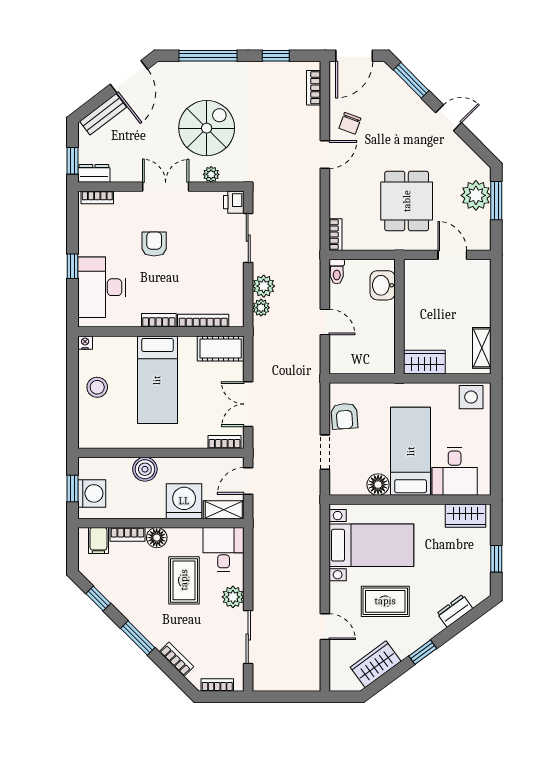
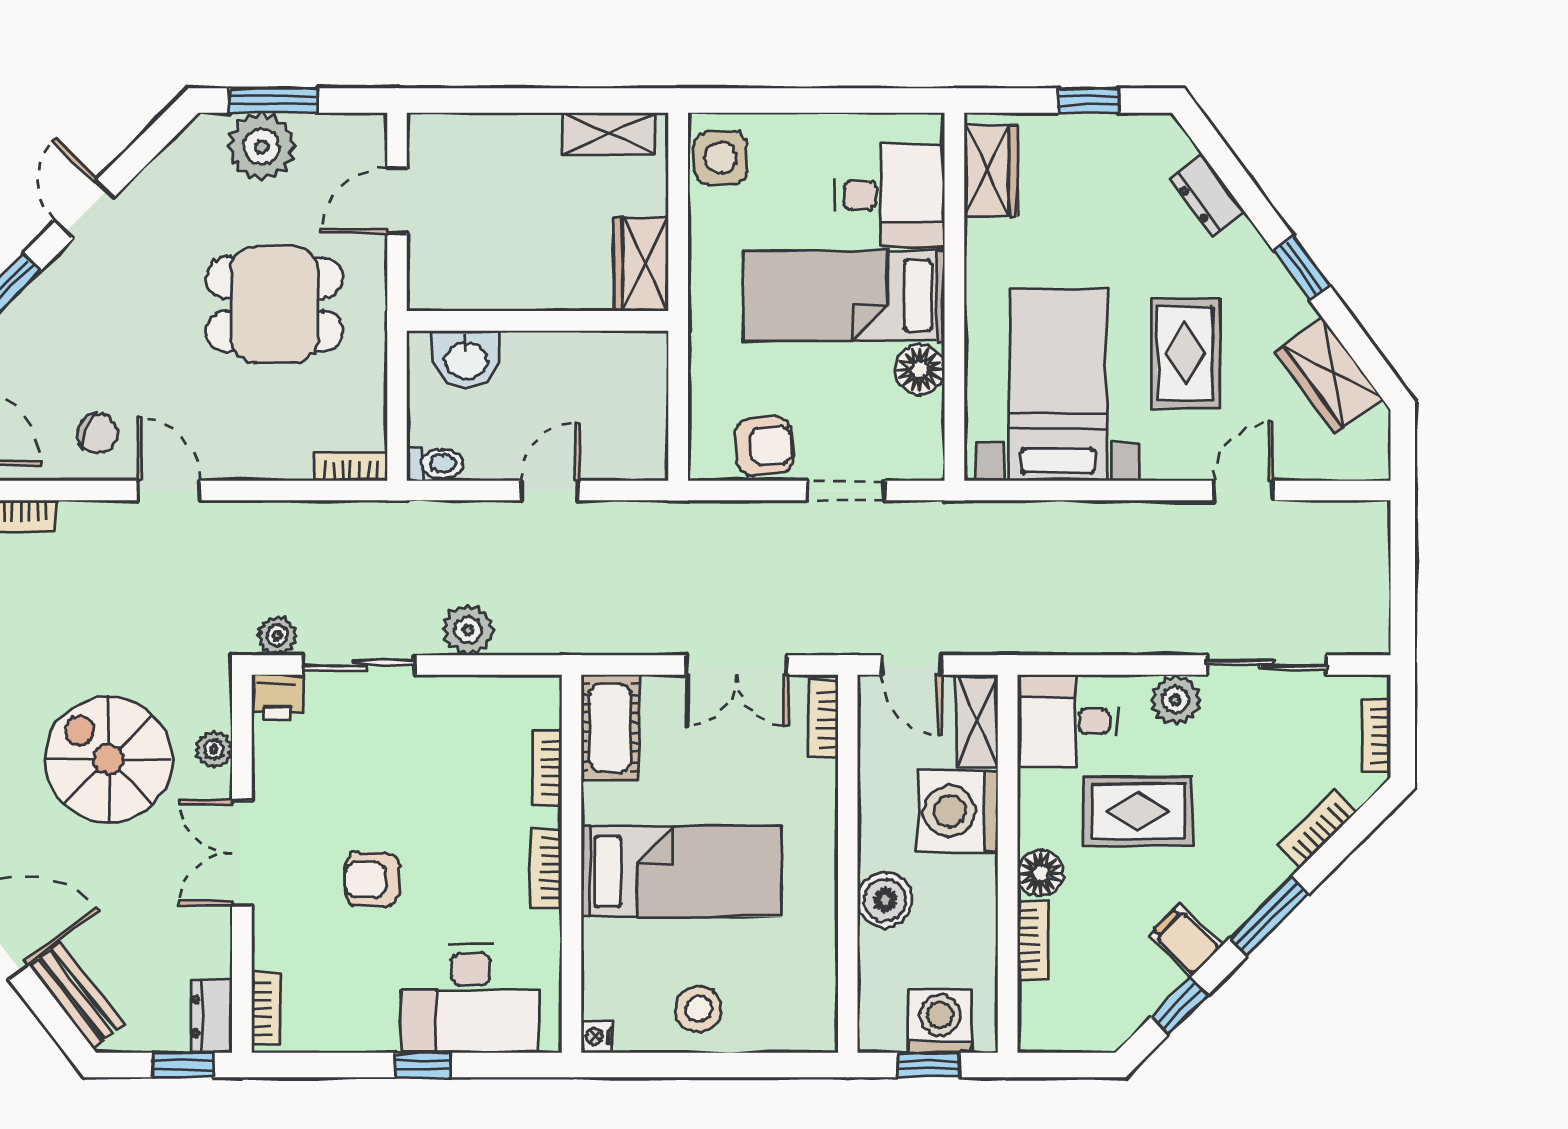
plant: (261, 308) -> (277, 636), moved
bookcase: (203, 321) -> (547, 768), width x0.64
filing cabinet: (98, 541) -> (1185, 941), moved, turned -135

